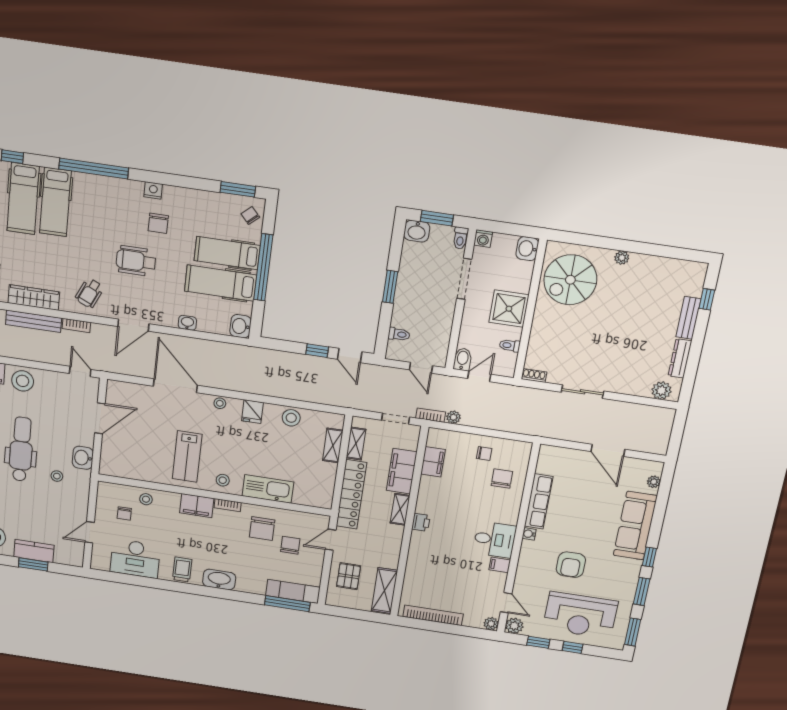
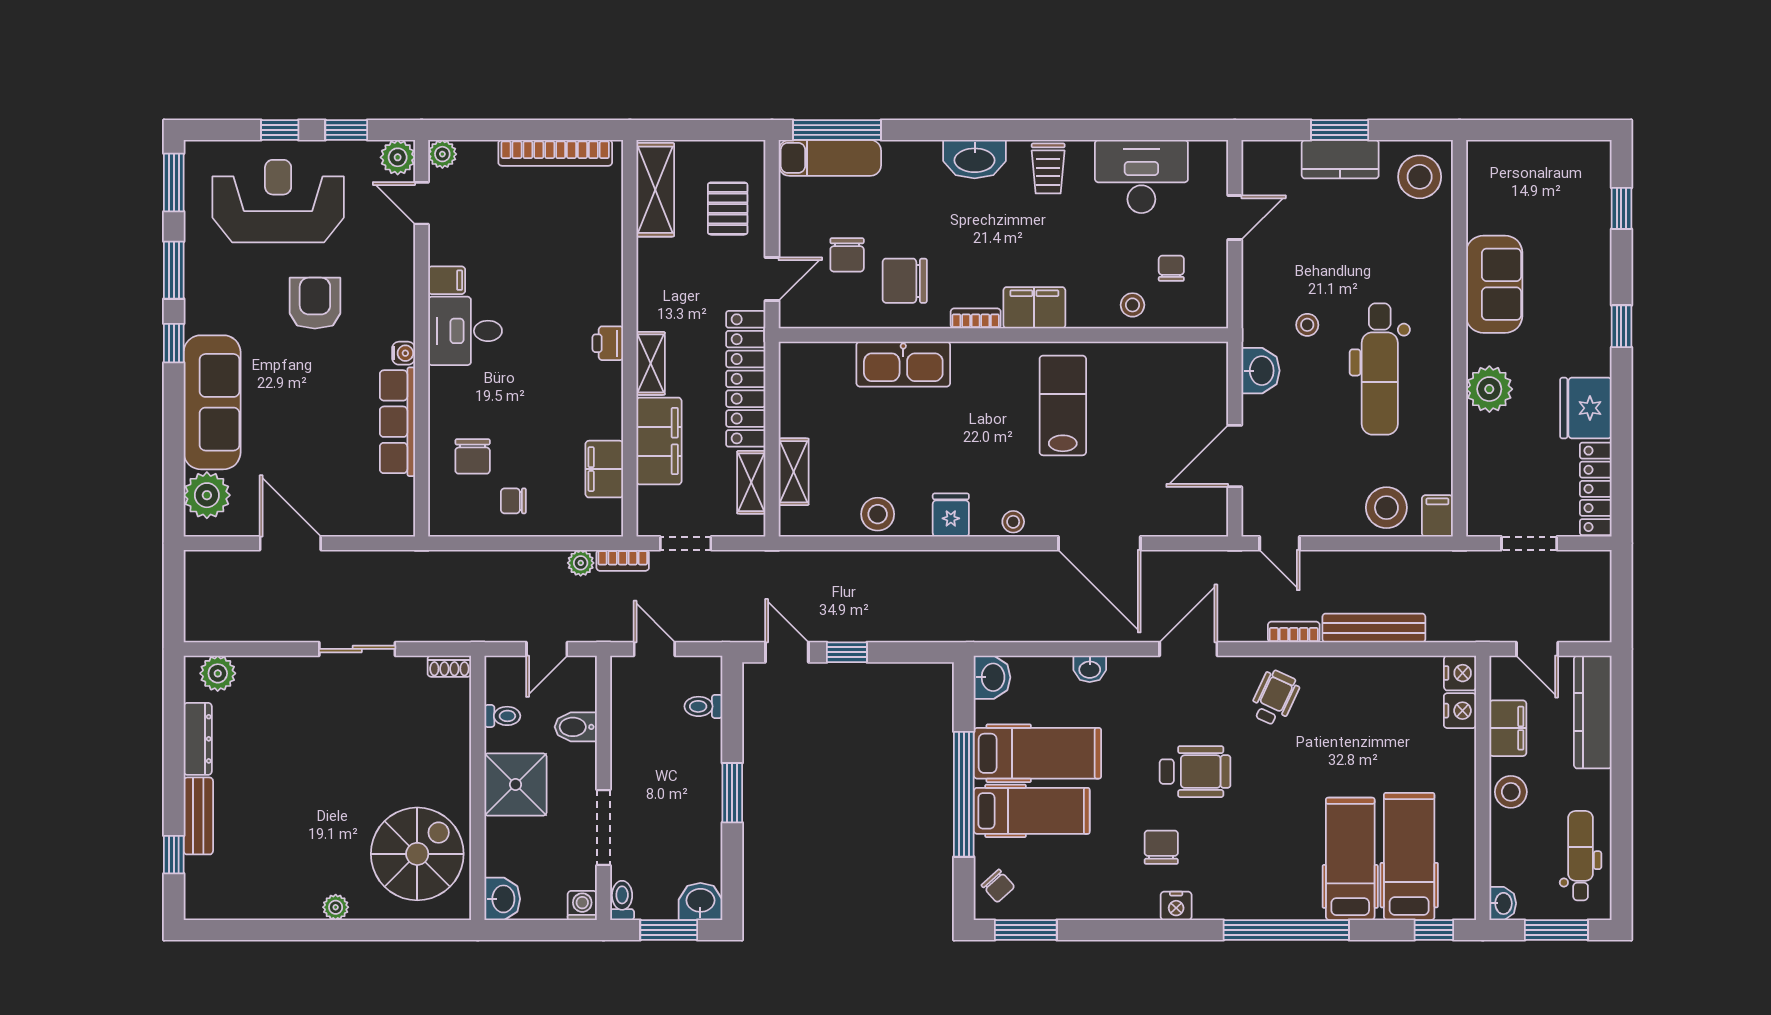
wardrobe: (34, 297) -> (1377, 674), removed
bidet: (463, 359) -> (576, 727), moved, turned 90
stool: (223, 480) -> (991, 368), removed
plant: (654, 482) -> (207, 495), width x1.87, depth x1.87
chair: (262, 529) -> (905, 281), turned -90

